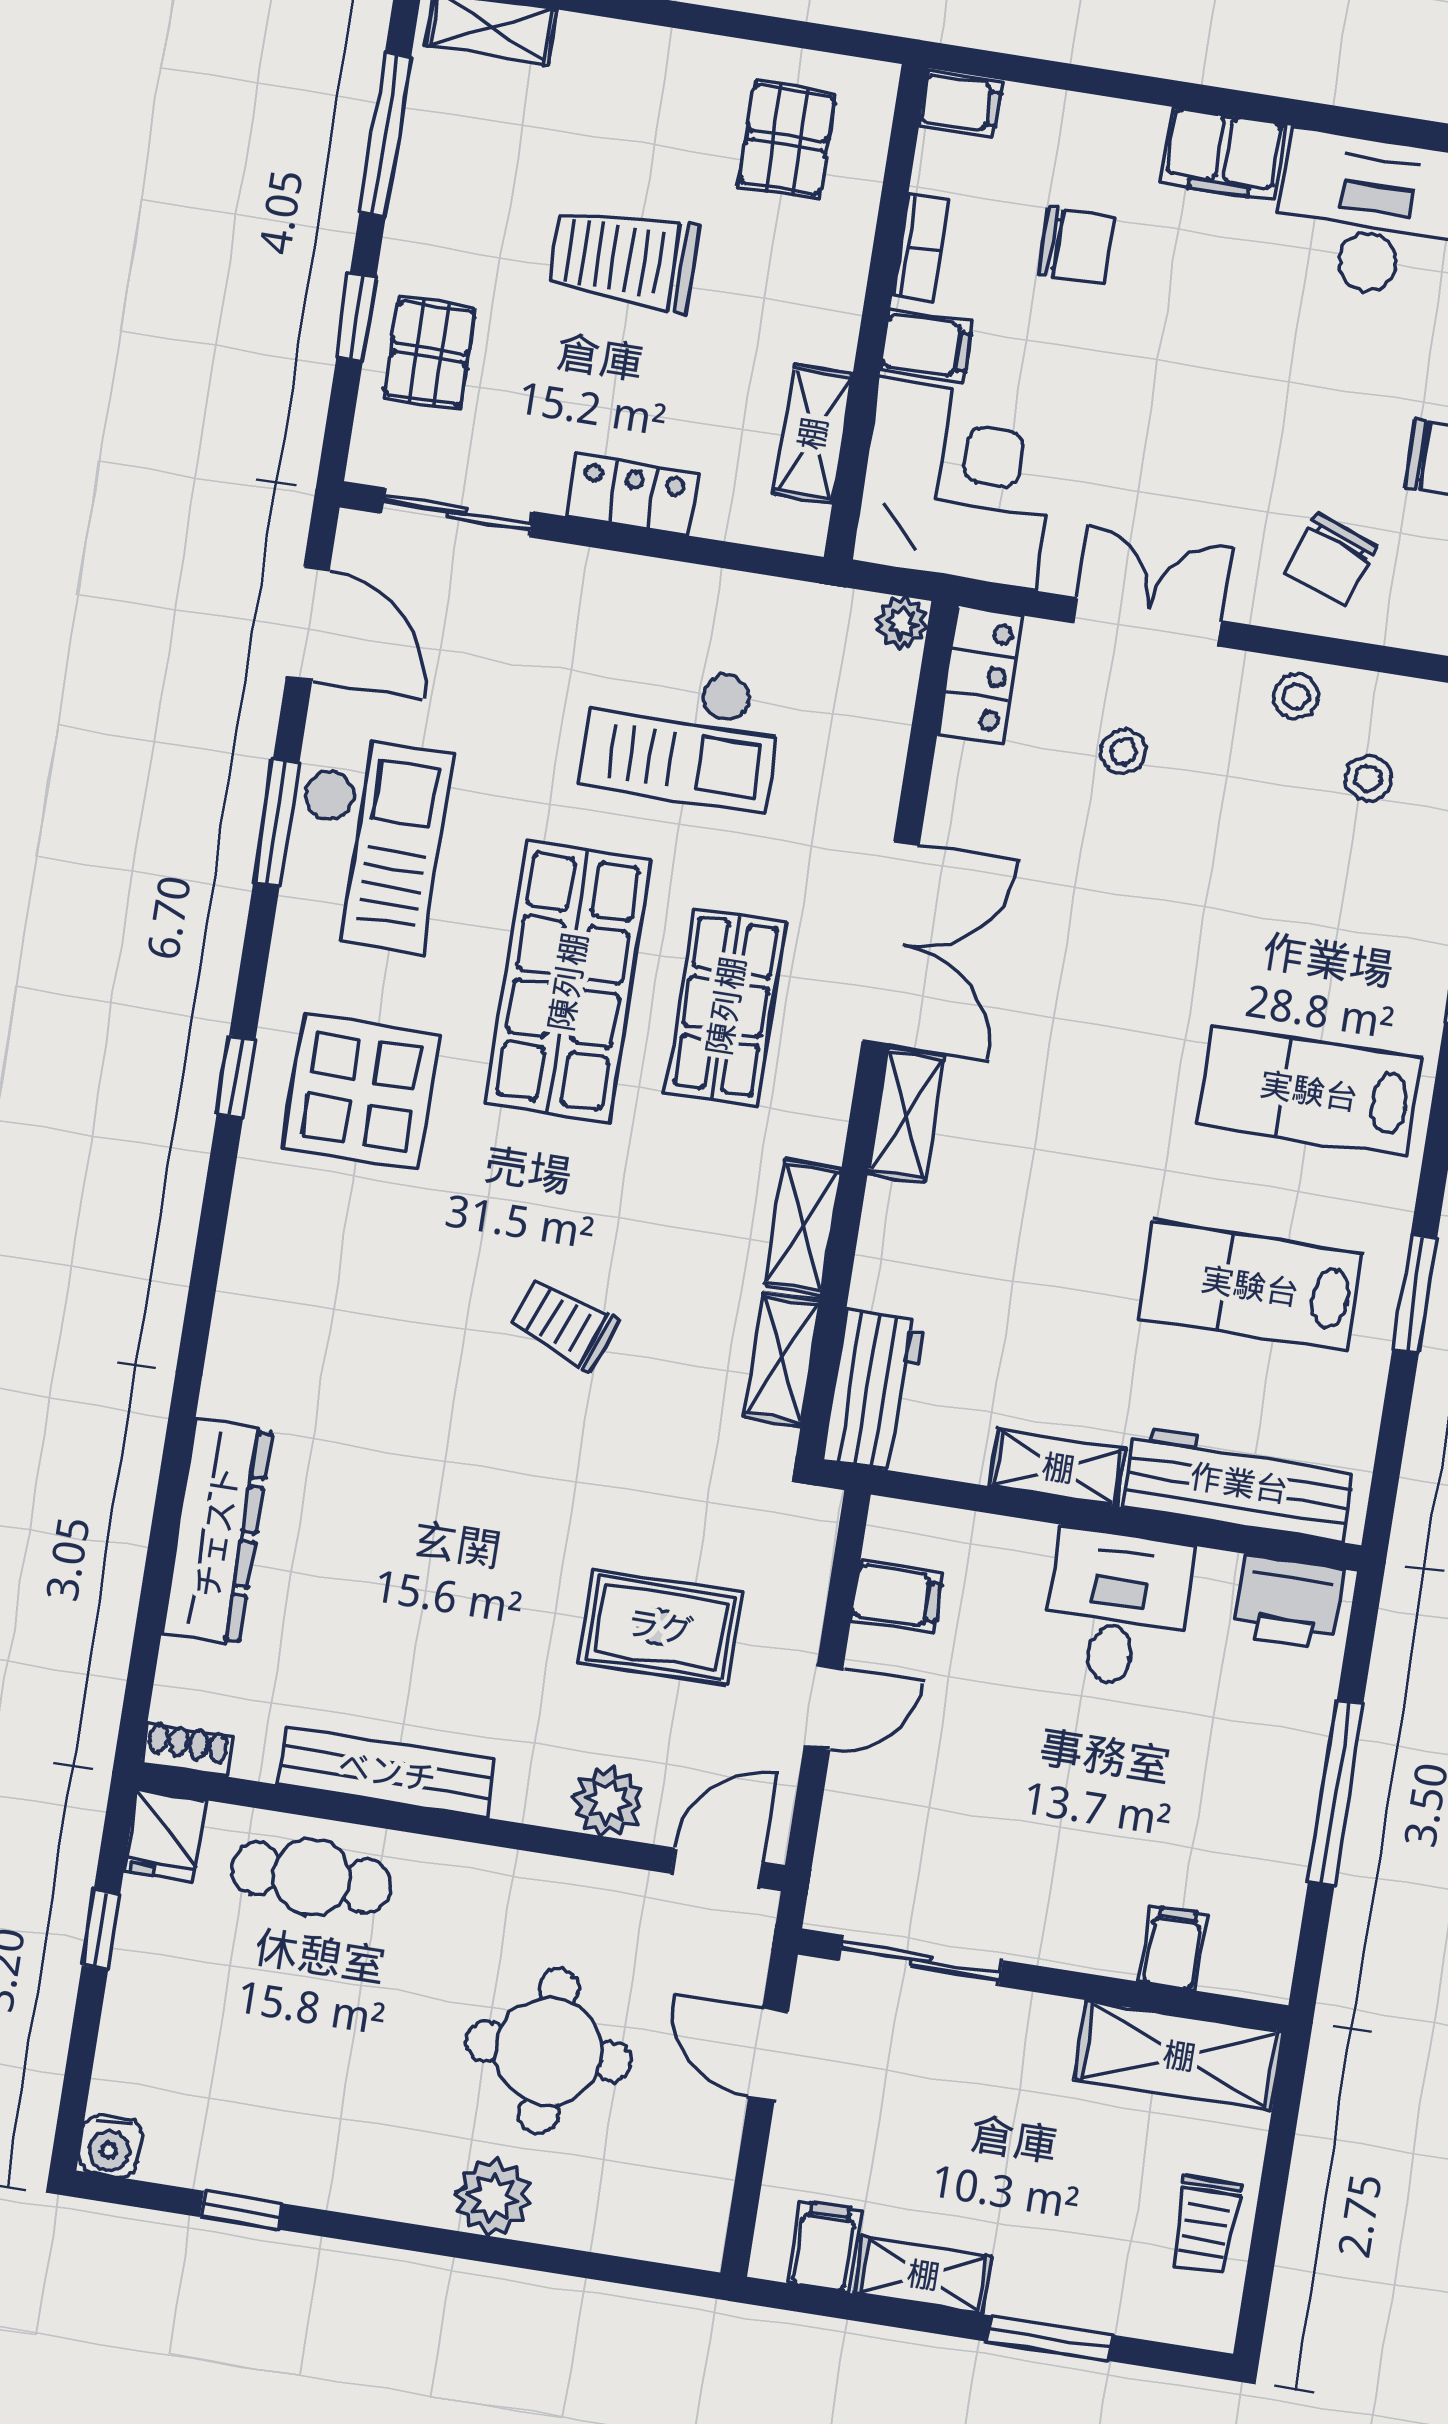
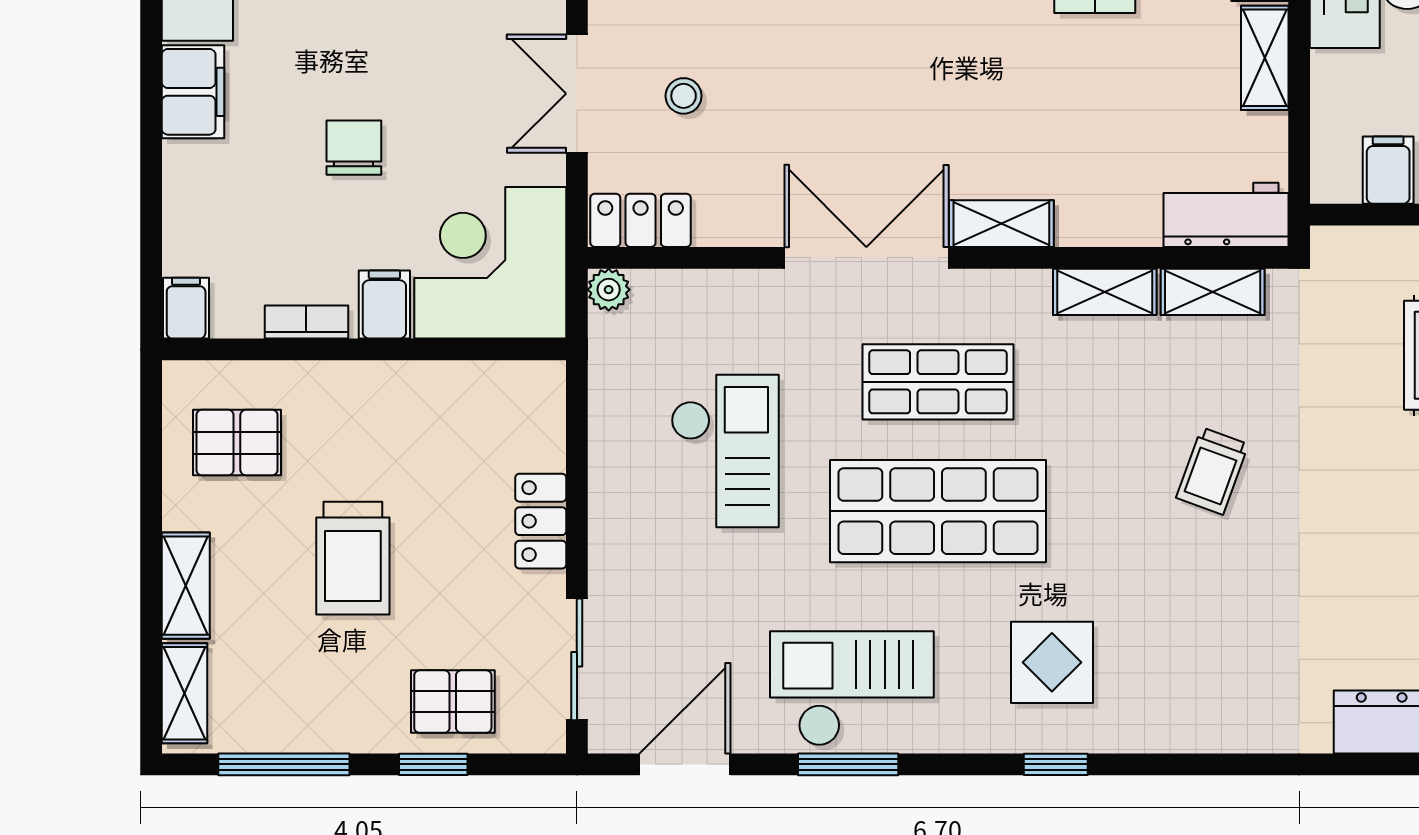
chair: (1076, 246) -> (354, 148), moved
shelving: (813, 434) -> (186, 586), moved, turned 90
display table: (361, 1091) -> (1052, 662), width x0.73, depth x0.73

